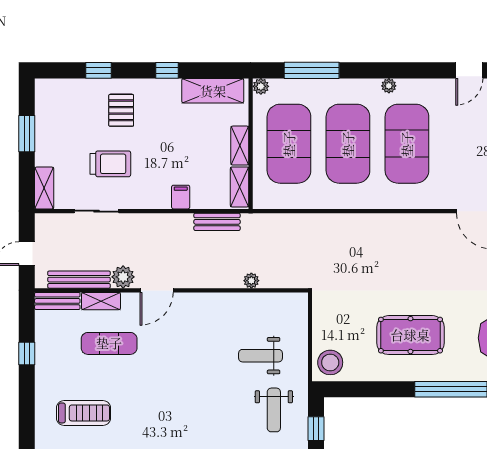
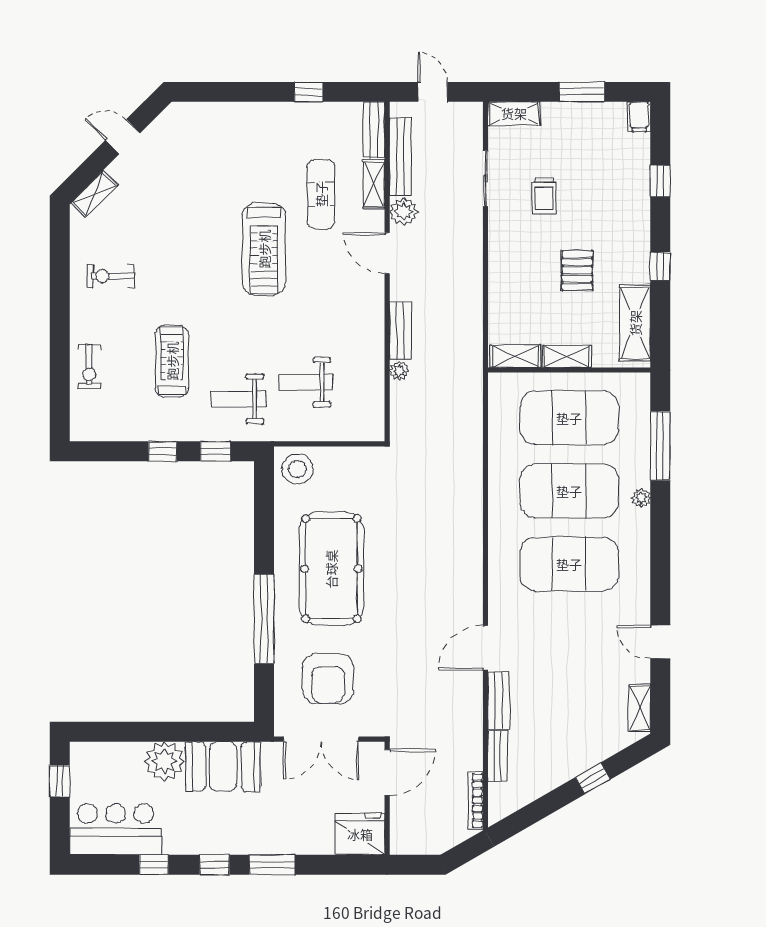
plant: (261, 86) -> (640, 383), removed
plant: (389, 86) -> (641, 498), moved
pallet: (121, 110) -> (577, 270), moved, turned 90
trolley: (110, 164) -> (544, 196), width x0.73, depth x0.72
filing cabinet: (181, 197) -> (639, 117), moved, turned 90
bench: (217, 222) -> (400, 331), moved
pool table: (410, 335) -> (331, 569), width x1.36, depth x1.32
weight bench: (261, 356) -> (306, 382), turned -90
treadmill: (83, 413) -> (264, 249), moved, width x1.37, depth x1.38

